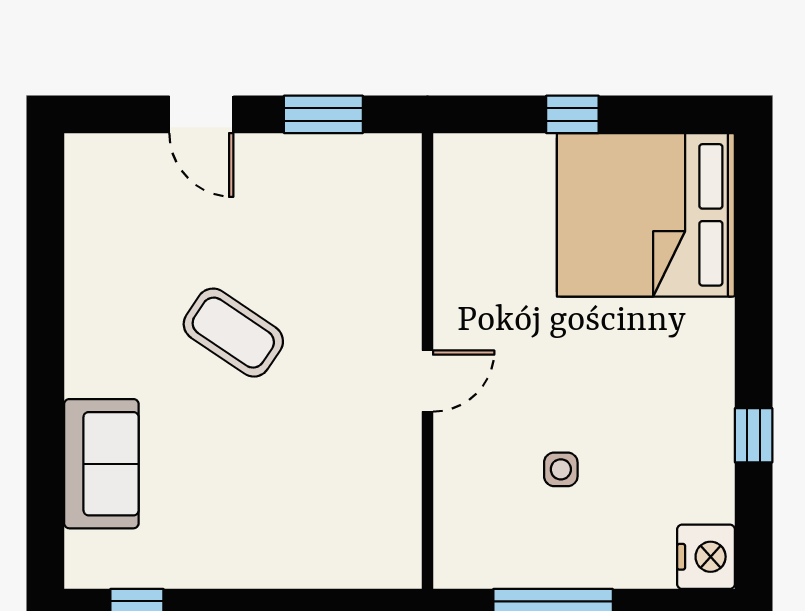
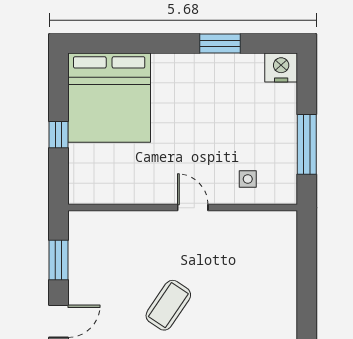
window: (754, 435) -> (220, 44), width x1.50
side table: (561, 469) -> (248, 179), moved

